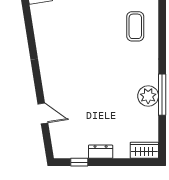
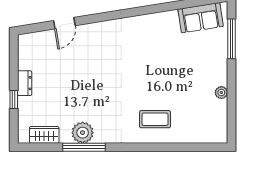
wardrobe: (144, 150) -> (44, 135), moved, turned -90
window: (79, 162) -> (14, 100), moved

